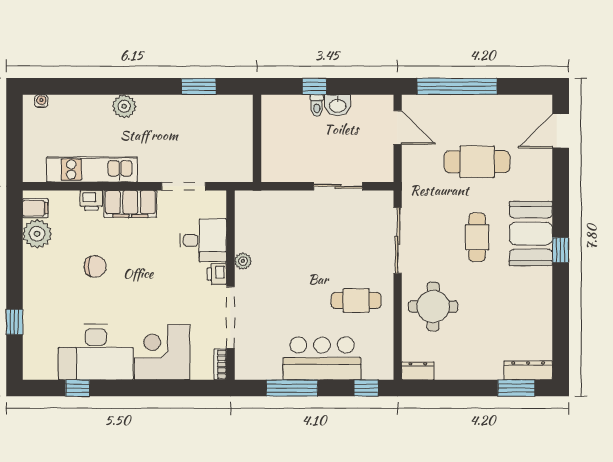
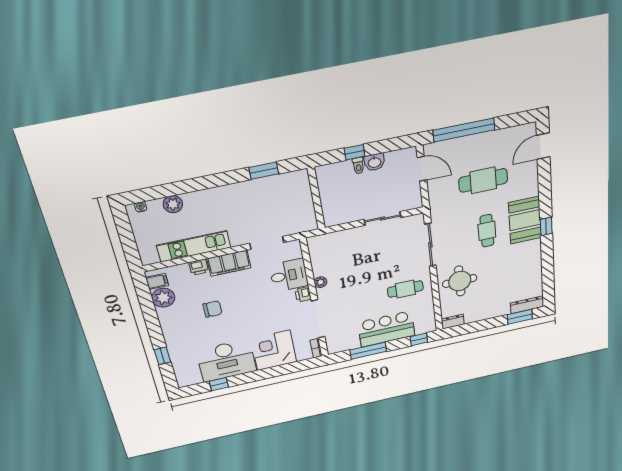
plant: (124, 106) -> (173, 204), moved

